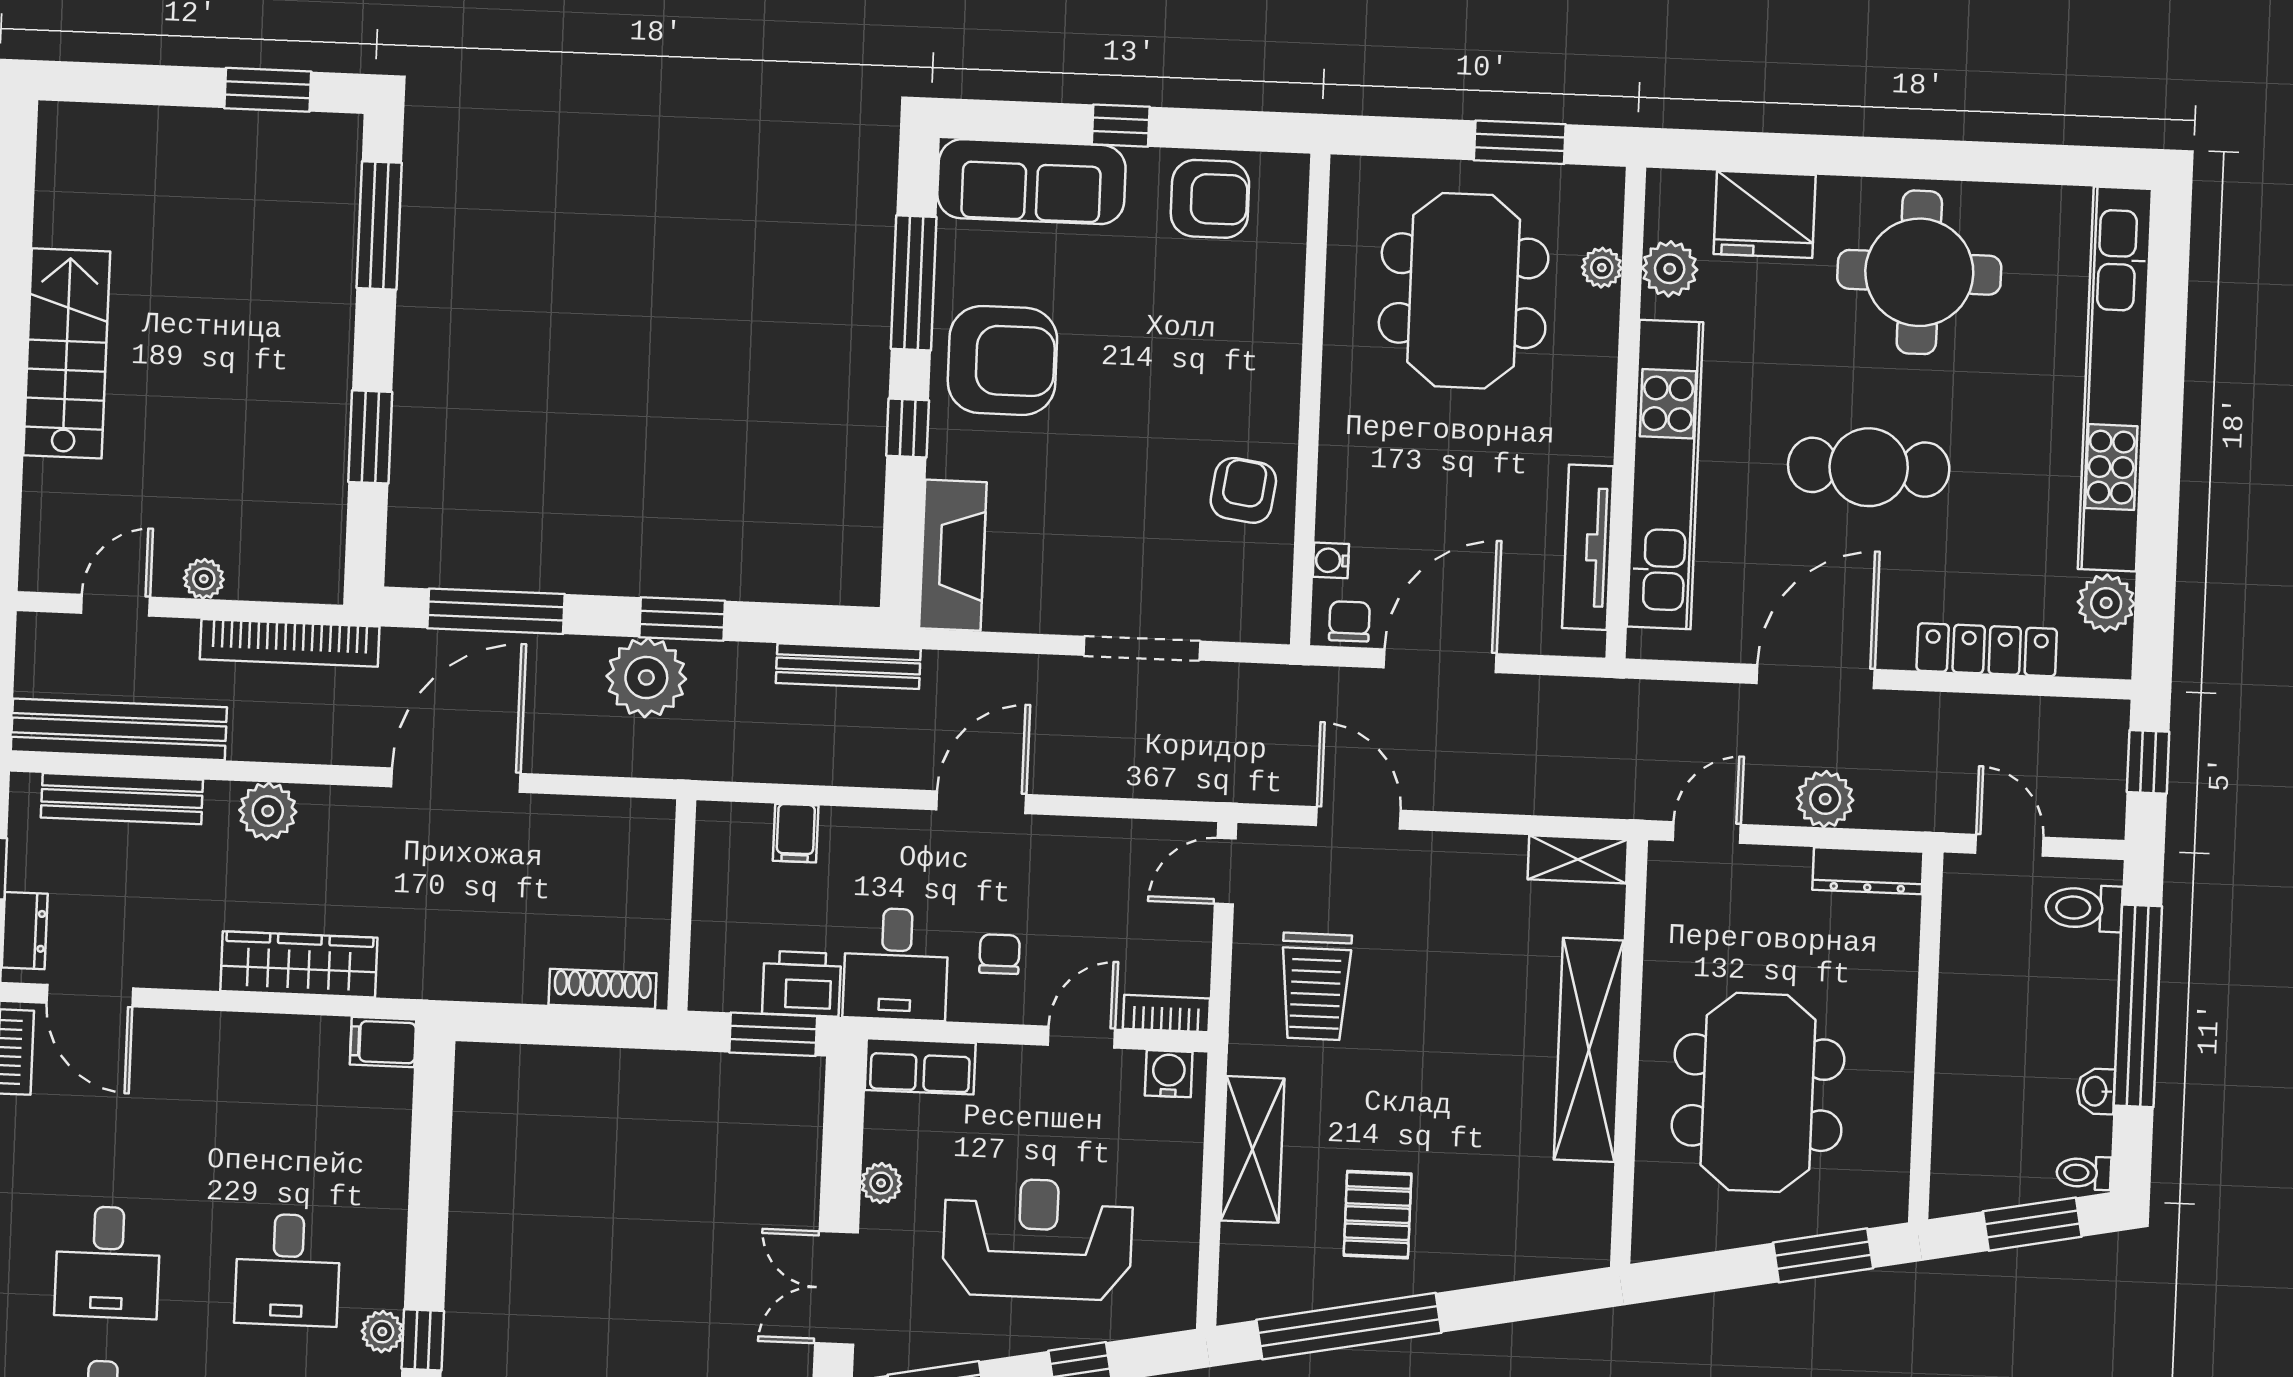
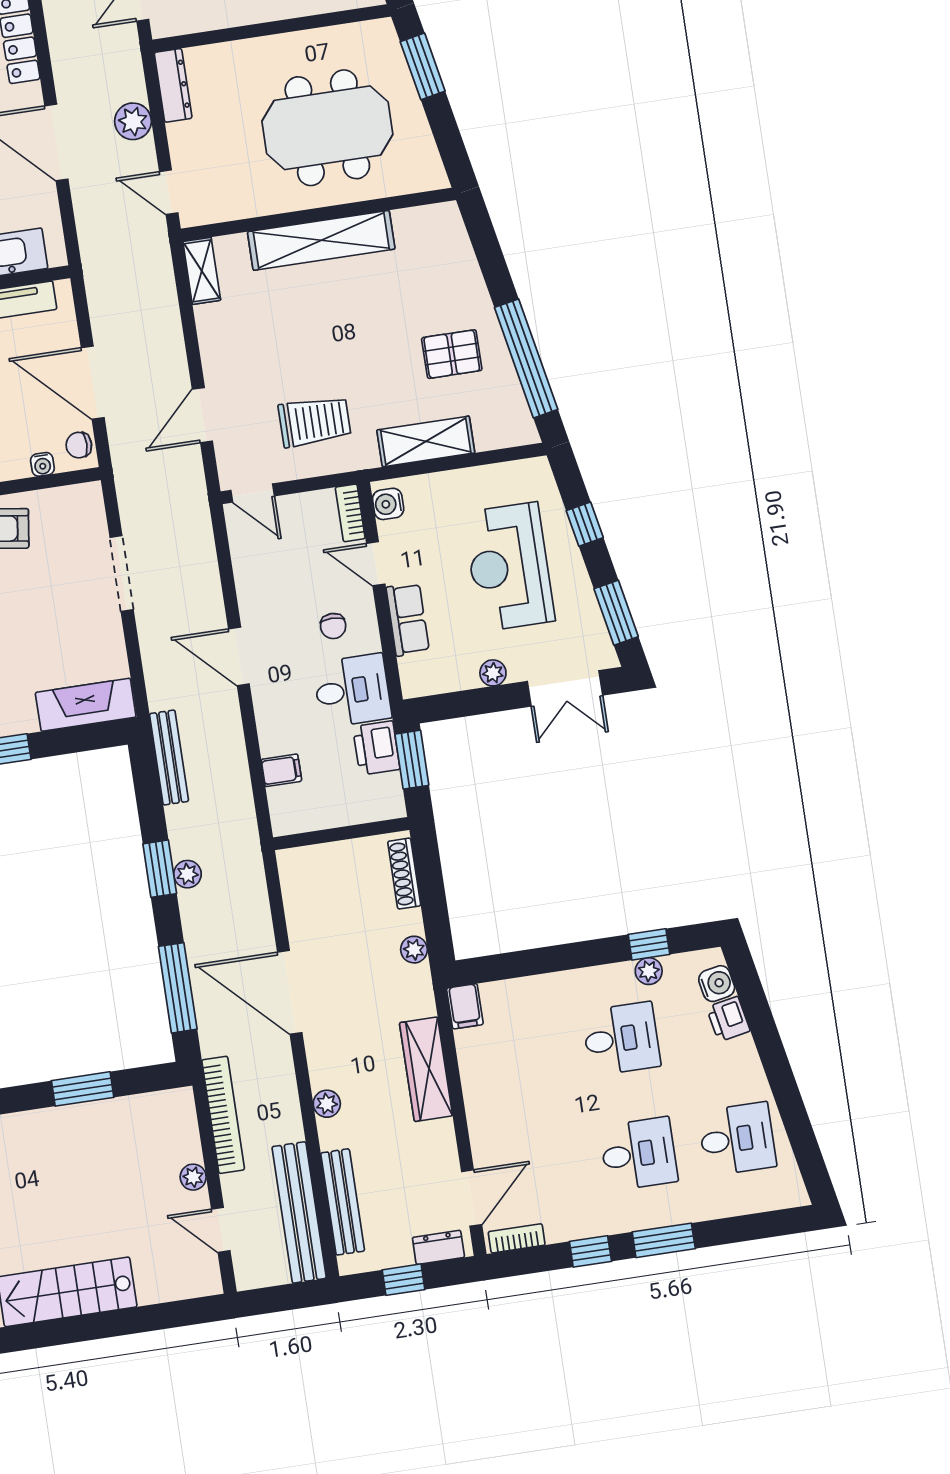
plant: (646, 677) -> (187, 874), width x0.53, depth x0.53
plant: (268, 811) -> (327, 1104), width x0.73, depth x0.73
chair: (999, 954) -> (333, 626), turned -90
plant: (484, 981) -> (414, 950), added
row of seats: (920, 1066) -> (408, 619), moved

